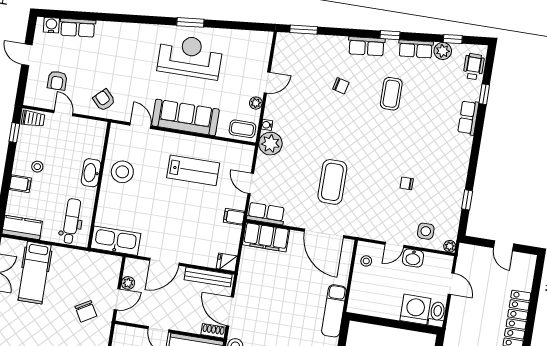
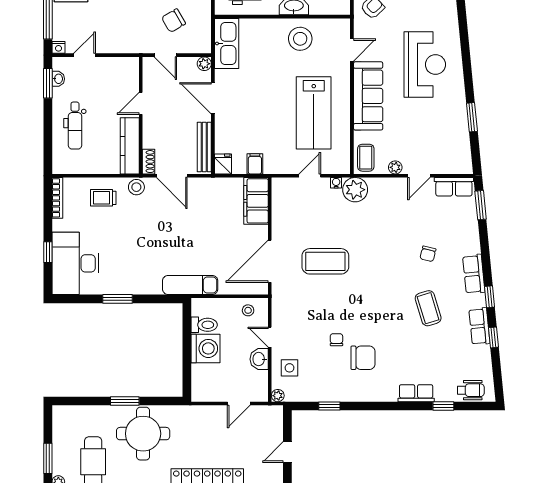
window: (190, 22) -> (472, 117), moved
window: (453, 39) -> (493, 337), moved
plant: (443, 51) -> (482, 355), removed
reception desk: (190, 57) -> (425, 65), moved
door: (267, 82) -> (419, 176), hinge flipped
coffee table: (391, 94) -> (428, 308), turned 73
water cooler: (267, 125) -> (336, 183), moved
chair: (427, 162) -> (363, 358), added
lab bench: (193, 170) -> (314, 113), width x1.36, depth x1.39
row of seats: (266, 214) -> (454, 187), moved, turned 90
filing cabinet: (234, 217) -> (255, 164), moved
plant: (128, 283) -> (204, 64), moved
washing machine: (415, 309) -> (205, 348), moved
chair: (86, 311) -> (174, 21), moved
door: (230, 311) -> (172, 176), swing flipped
toilet: (437, 314) -> (204, 325), moved

